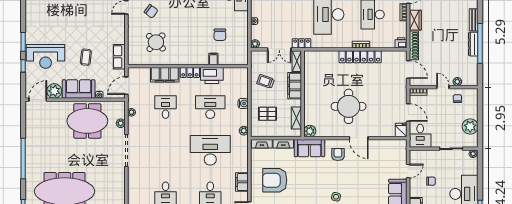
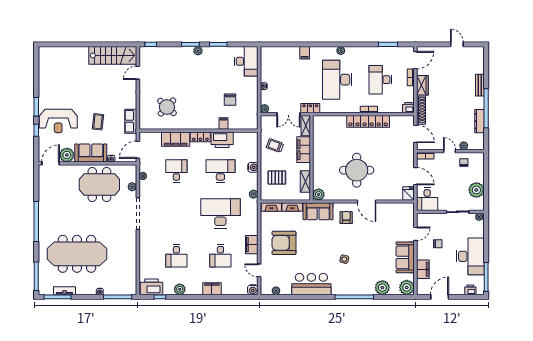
chair: (151, 11) -> (162, 77), removed
dresser: (473, 44) -> (479, 121), moved

